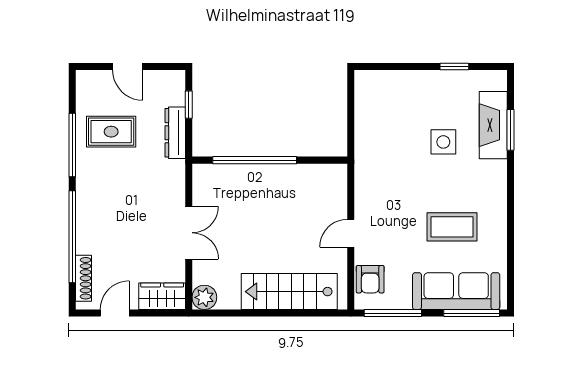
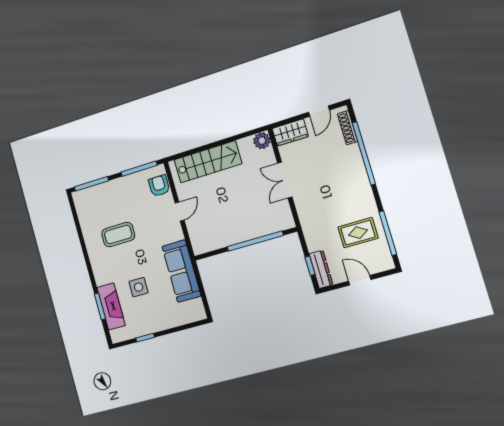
dresser: (175, 133) -> (321, 269), moved
window: (72, 145) -> (388, 233), moved
sofa: (456, 291) -> (181, 271), moved, turned 90

